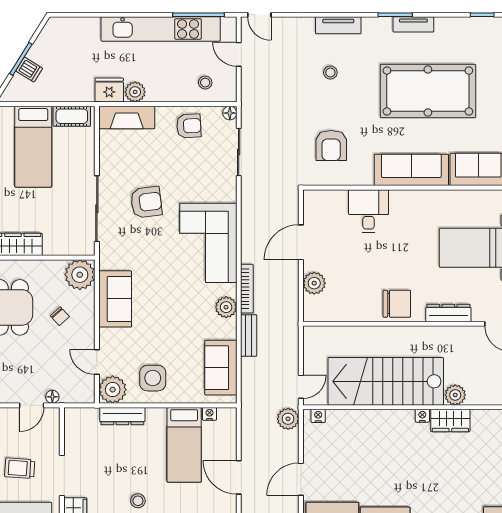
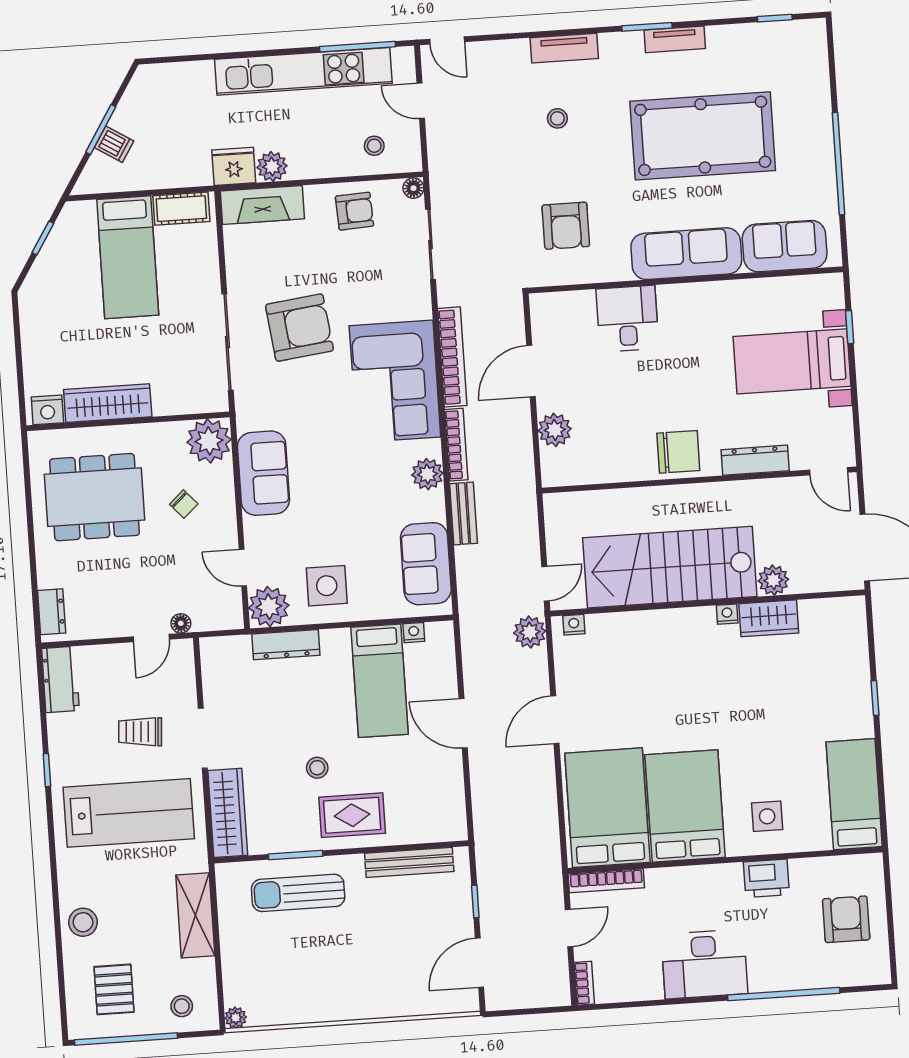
armchair: (146, 202) -> (299, 328), width x1.36, depth x1.36
bookcase: (248, 229) -> (452, 357), added

